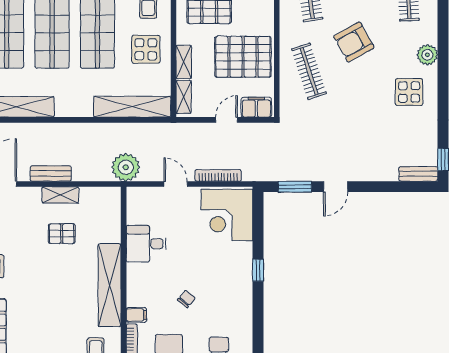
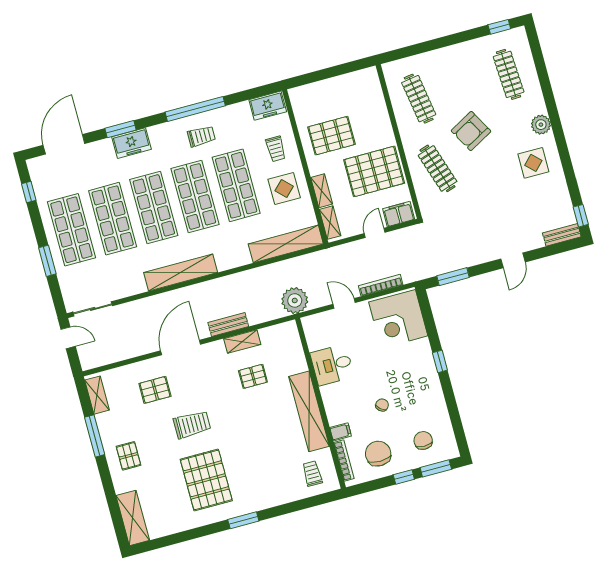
door: (336, 187) -> (513, 260), moved

